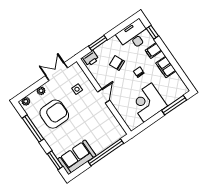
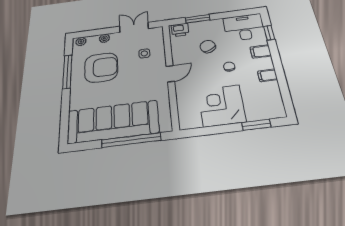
filing cabinet: (166, 67) -> (268, 75), width x0.50
window: (174, 105) -> (256, 125), width x0.69
sofa: (77, 157) -> (113, 122), width x1.85, depth x1.27
window: (55, 160) -> (65, 118), removed

